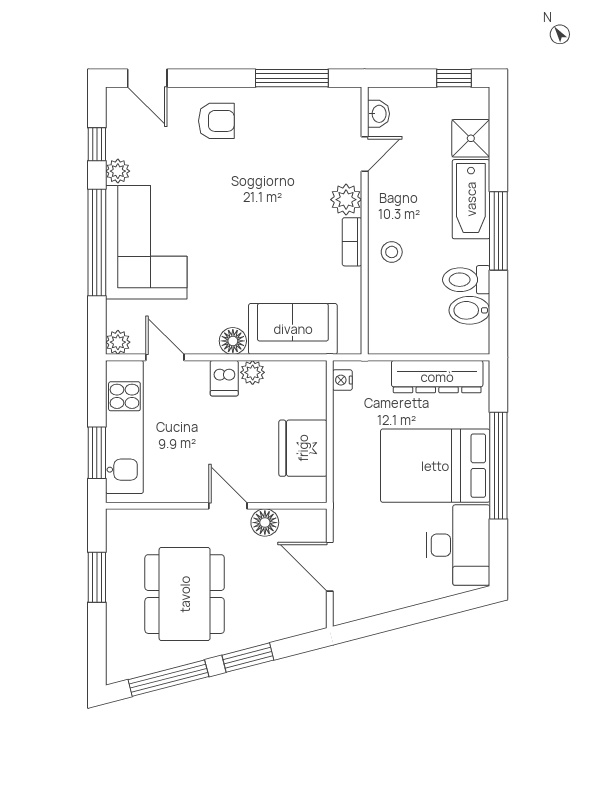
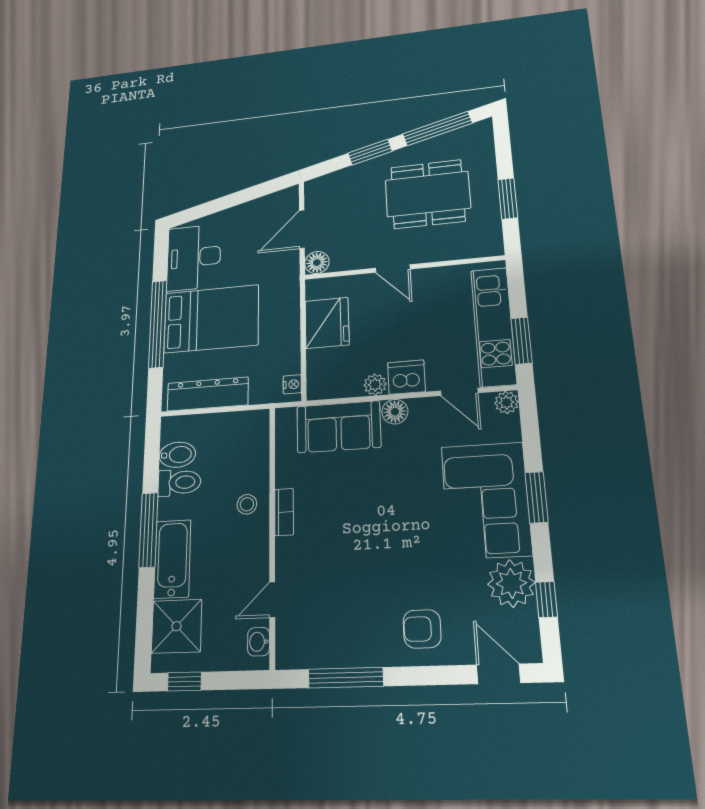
shower: (471, 138) -> (177, 626), width x1.36, depth x1.36
plant: (118, 171) -> (511, 583), width x1.87, depth x1.87
plant: (346, 200) -> (290, 553), removed
window: (97, 243) -> (537, 497), width x0.47
dishwasher: (224, 378) -> (406, 377), width x1.38
window: (97, 453) -> (521, 341), moved
floor lamp: (265, 523) -> (317, 263), moved
door: (330, 567) -> (302, 229), swing flipped
dining table: (185, 594) -> (428, 194), turned 90

